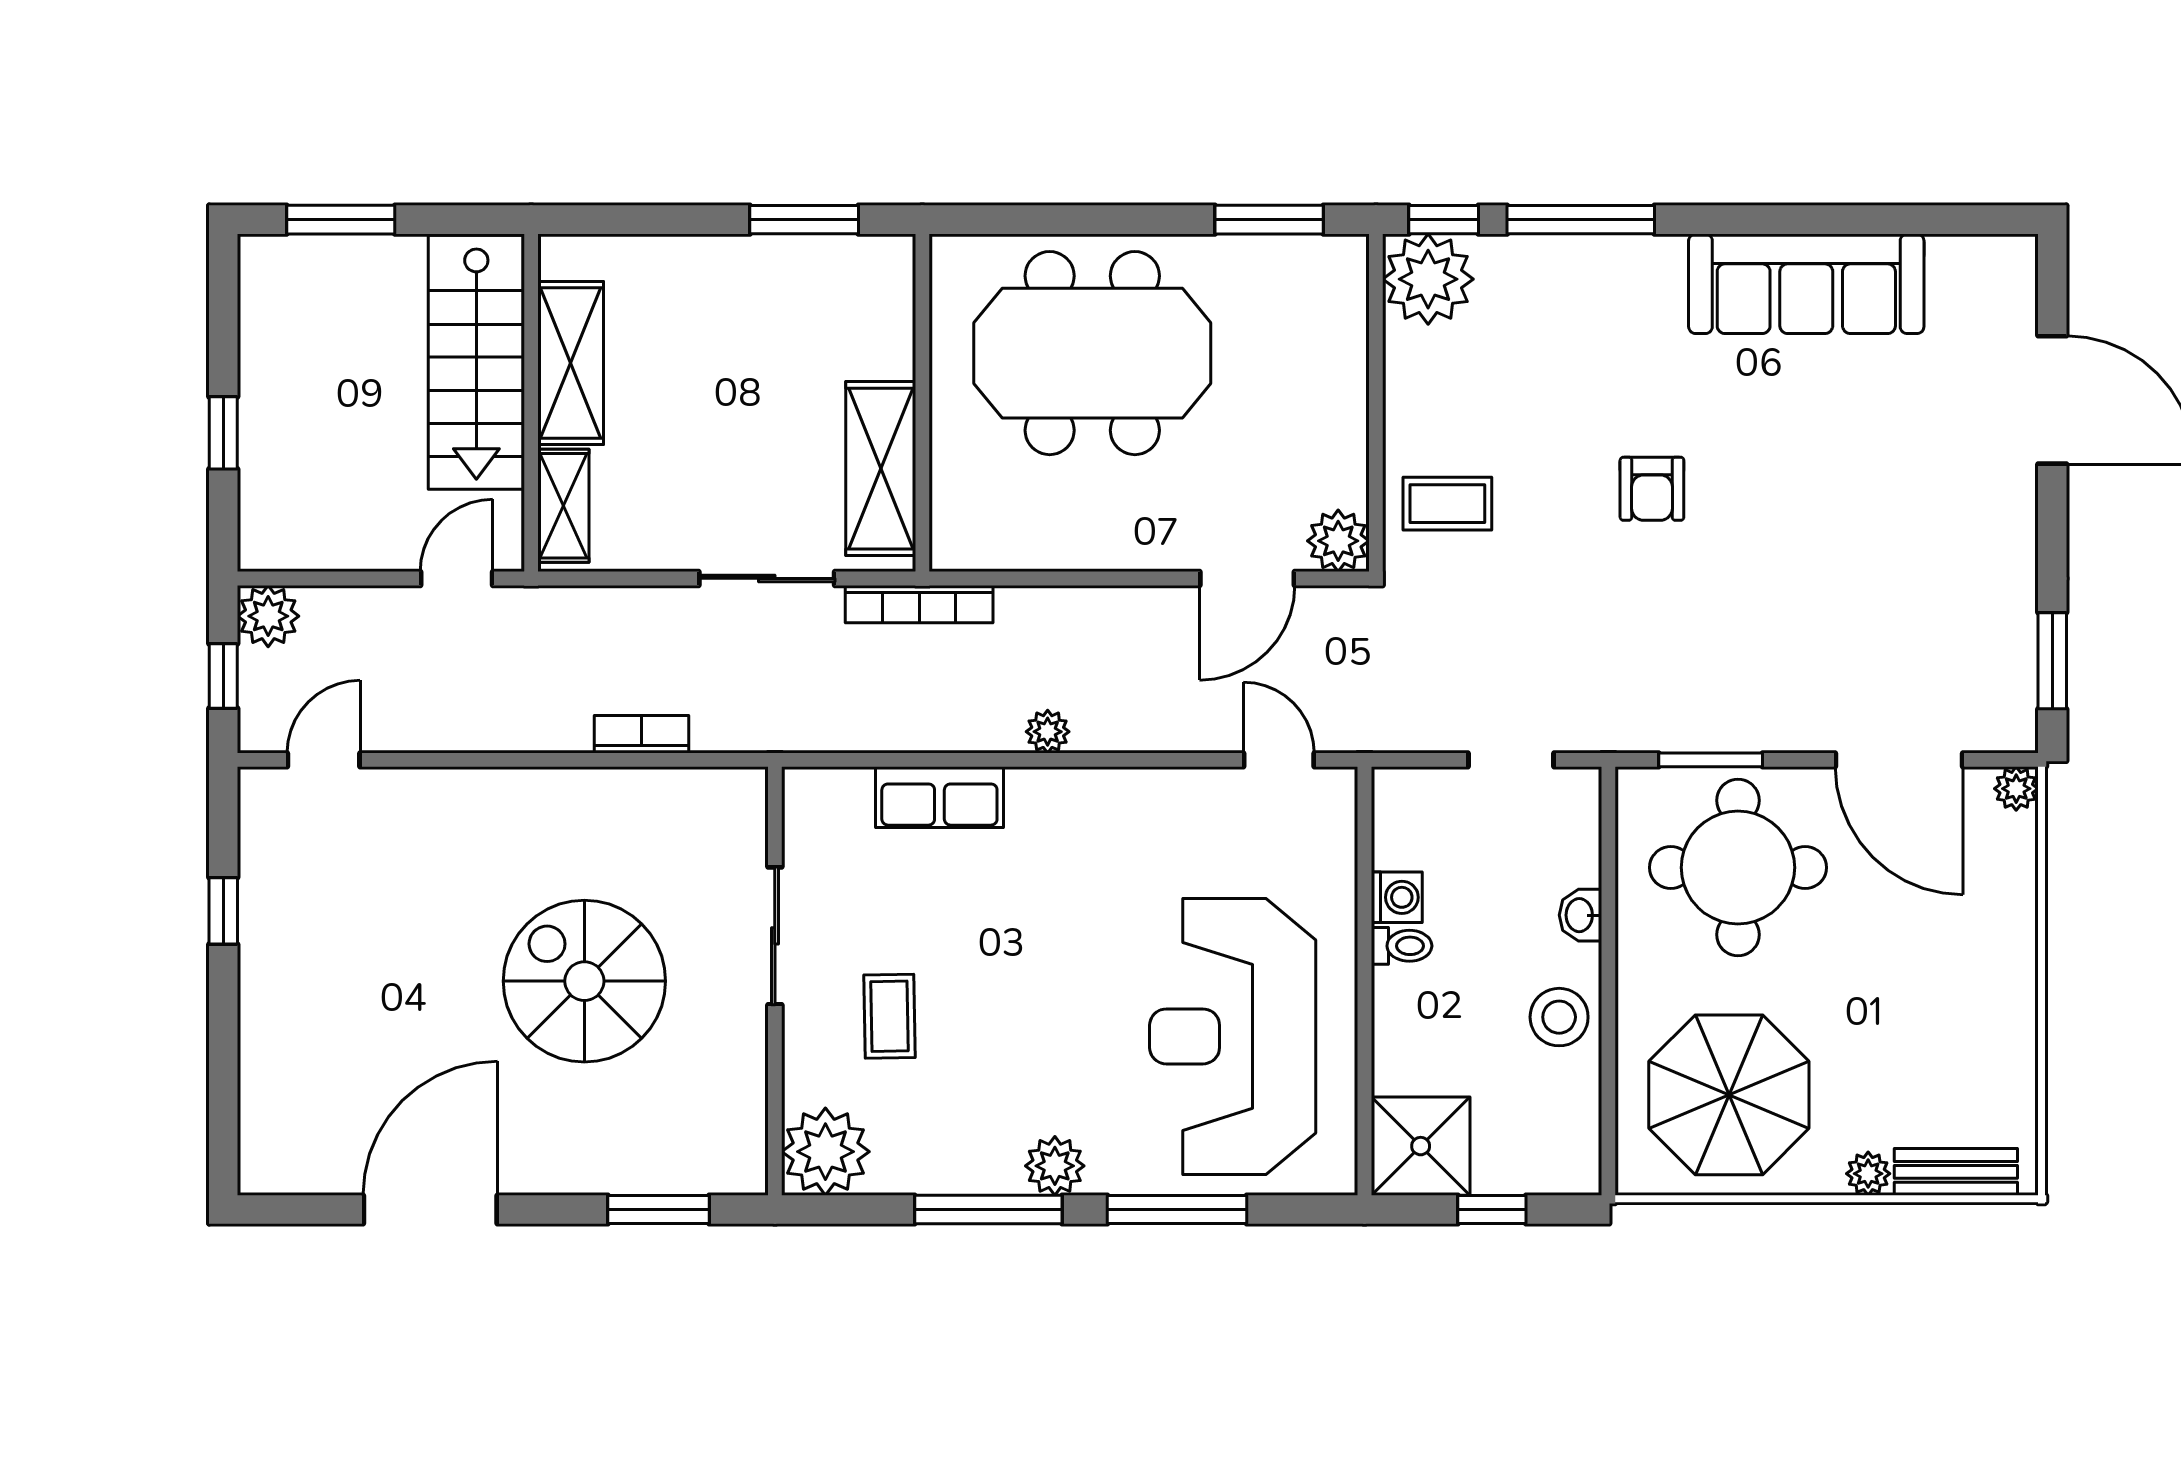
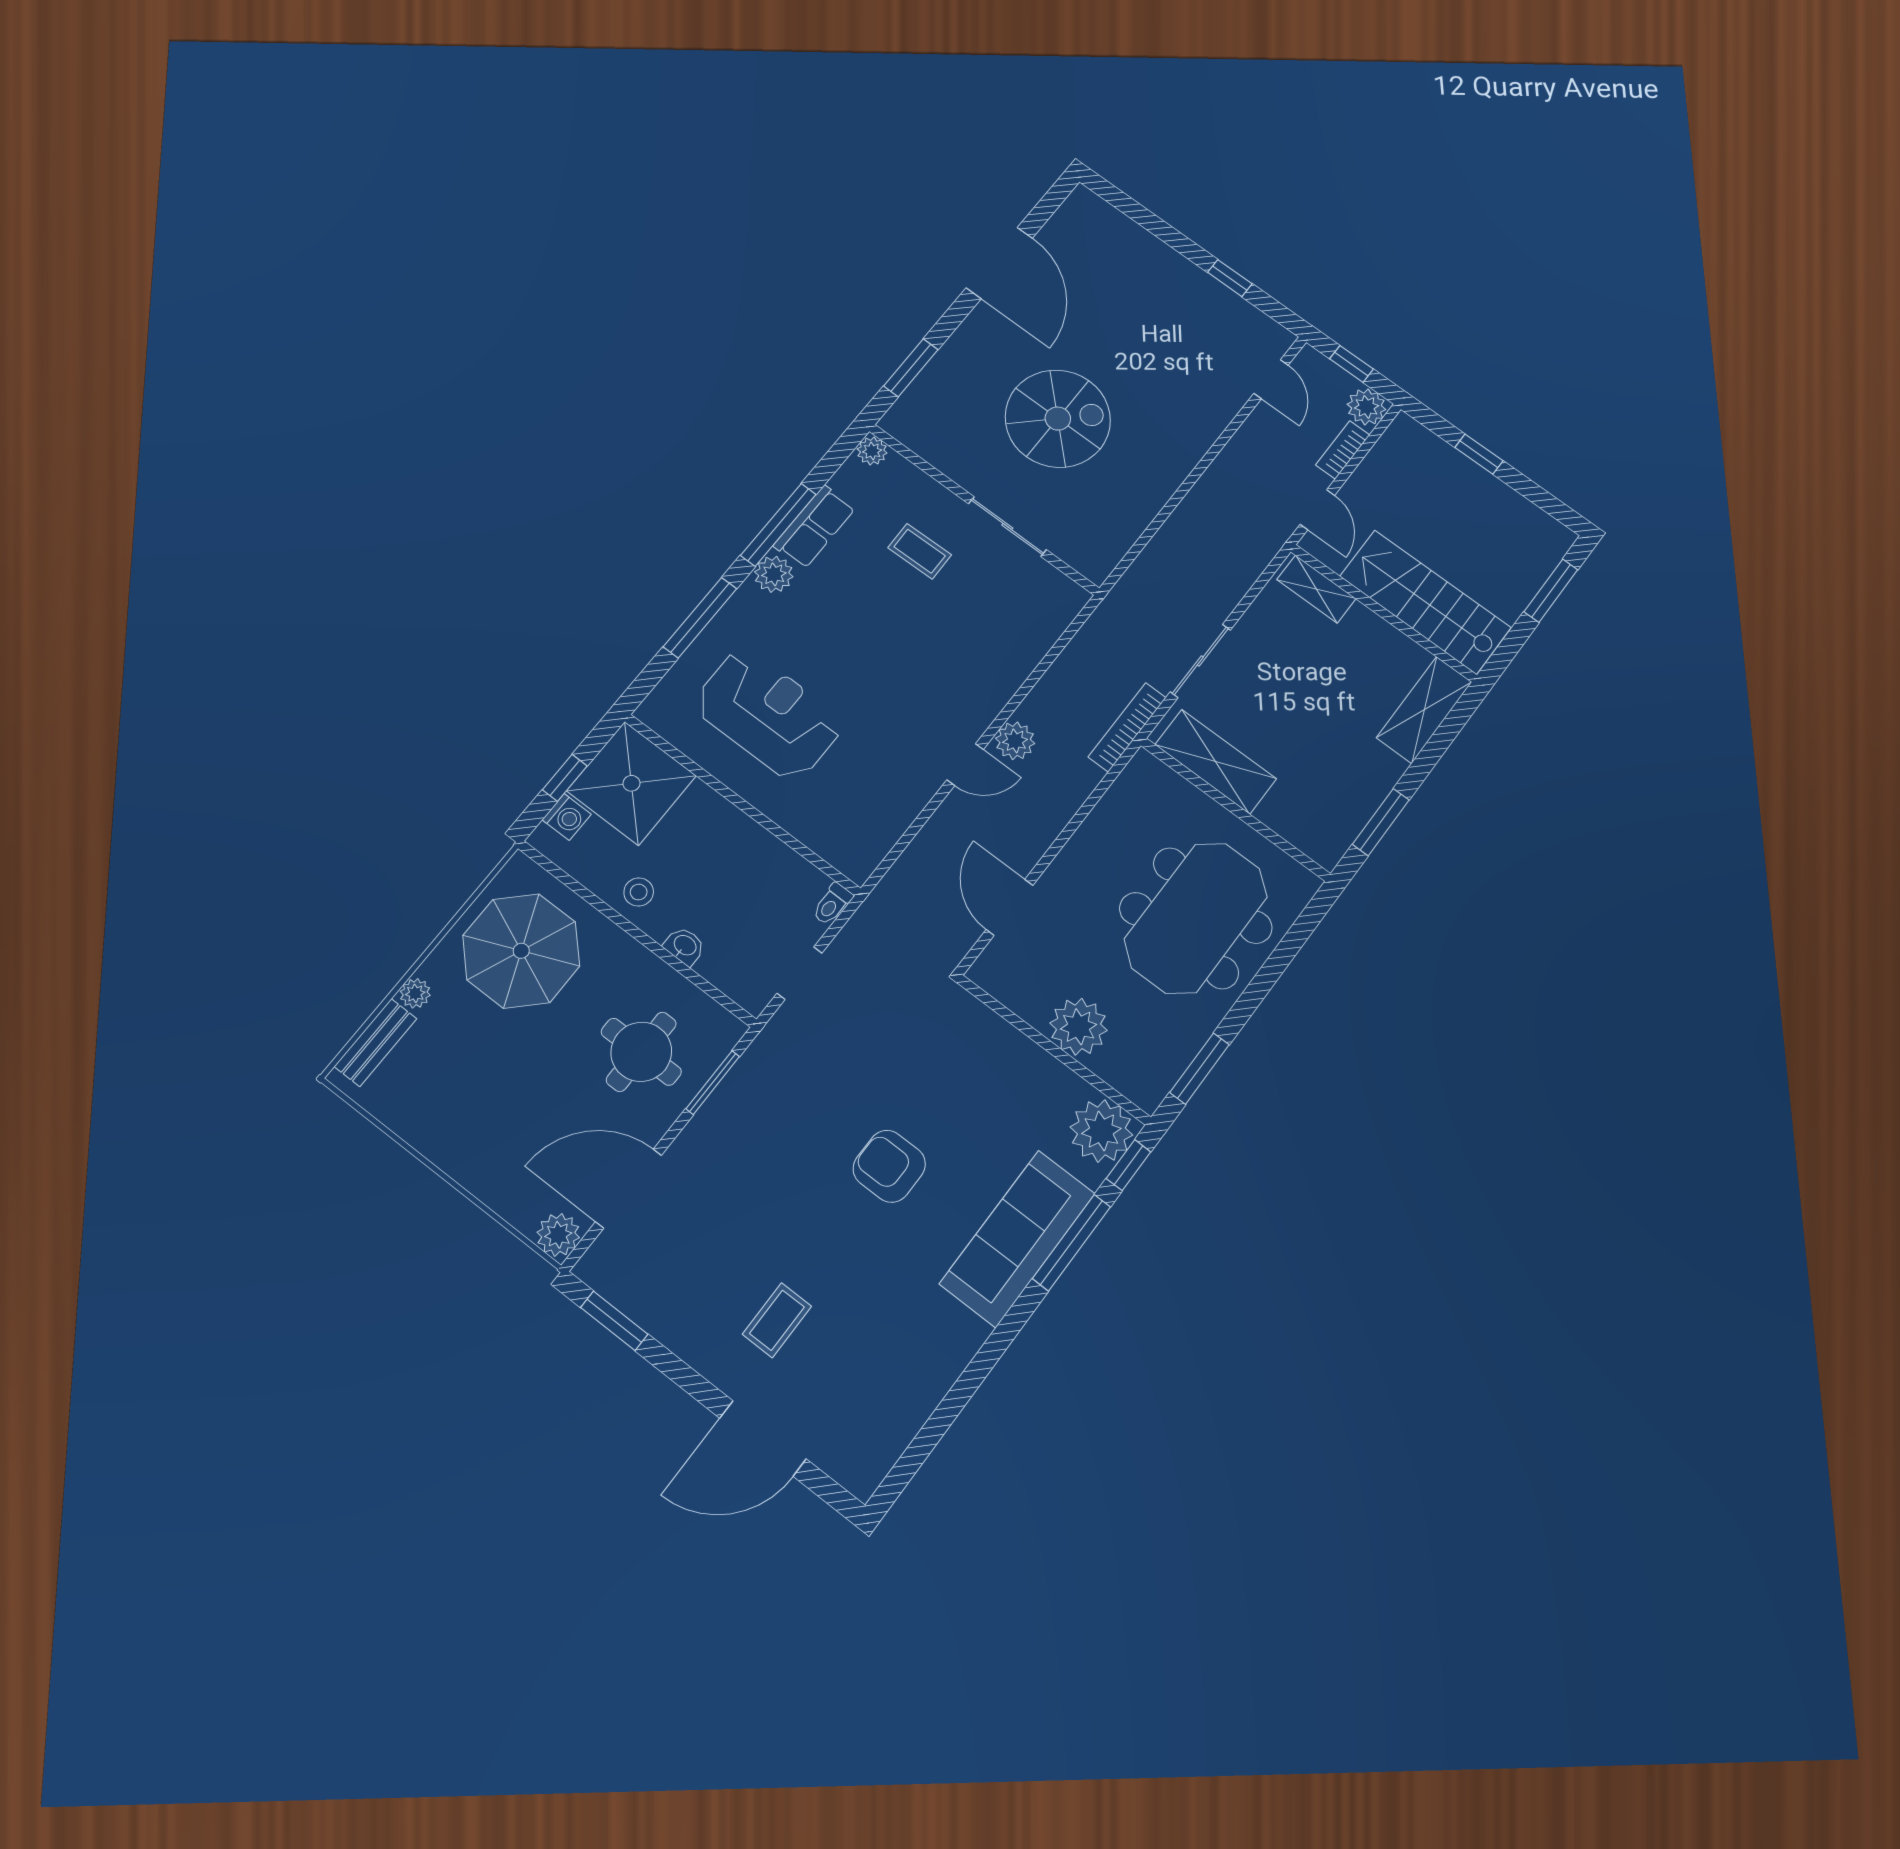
sofa: (1806, 284) -> (1017, 1239), moved
shelving: (571, 363) -> (1424, 710), moved, turned 90
armchair: (1652, 489) -> (889, 1166), width x1.38, depth x1.38
coffee table: (1447, 504) -> (777, 1320), moved
plant: (1338, 541) -> (1079, 1027), moved, width x1.36, depth x1.36
plant: (1048, 732) -> (1015, 741), width x1.38, depth x1.38
bookcase: (642, 734) -> (1343, 450), moved, turned 180
door: (1279, 760) -> (965, 765), moved
plant: (2016, 789) -> (558, 1235), width x1.38, depth x1.38
row of seats: (939, 797) -> (814, 527), moved, turned 180
round table: (1738, 868) -> (641, 1052), width x0.73, depth x0.73
washing machine: (1397, 897) -> (567, 817), moved, turned -90
toilet: (1402, 946) -> (832, 904), moved
stool: (1559, 1017) -> (639, 892), width x0.73, depth x0.73
reception desk: (1233, 1036) -> (768, 714), width x0.74, depth x0.77
shower: (1421, 1146) -> (631, 783), width x1.37, depth x1.37
plant: (825, 1152) -> (872, 451), width x0.53, depth x0.53

